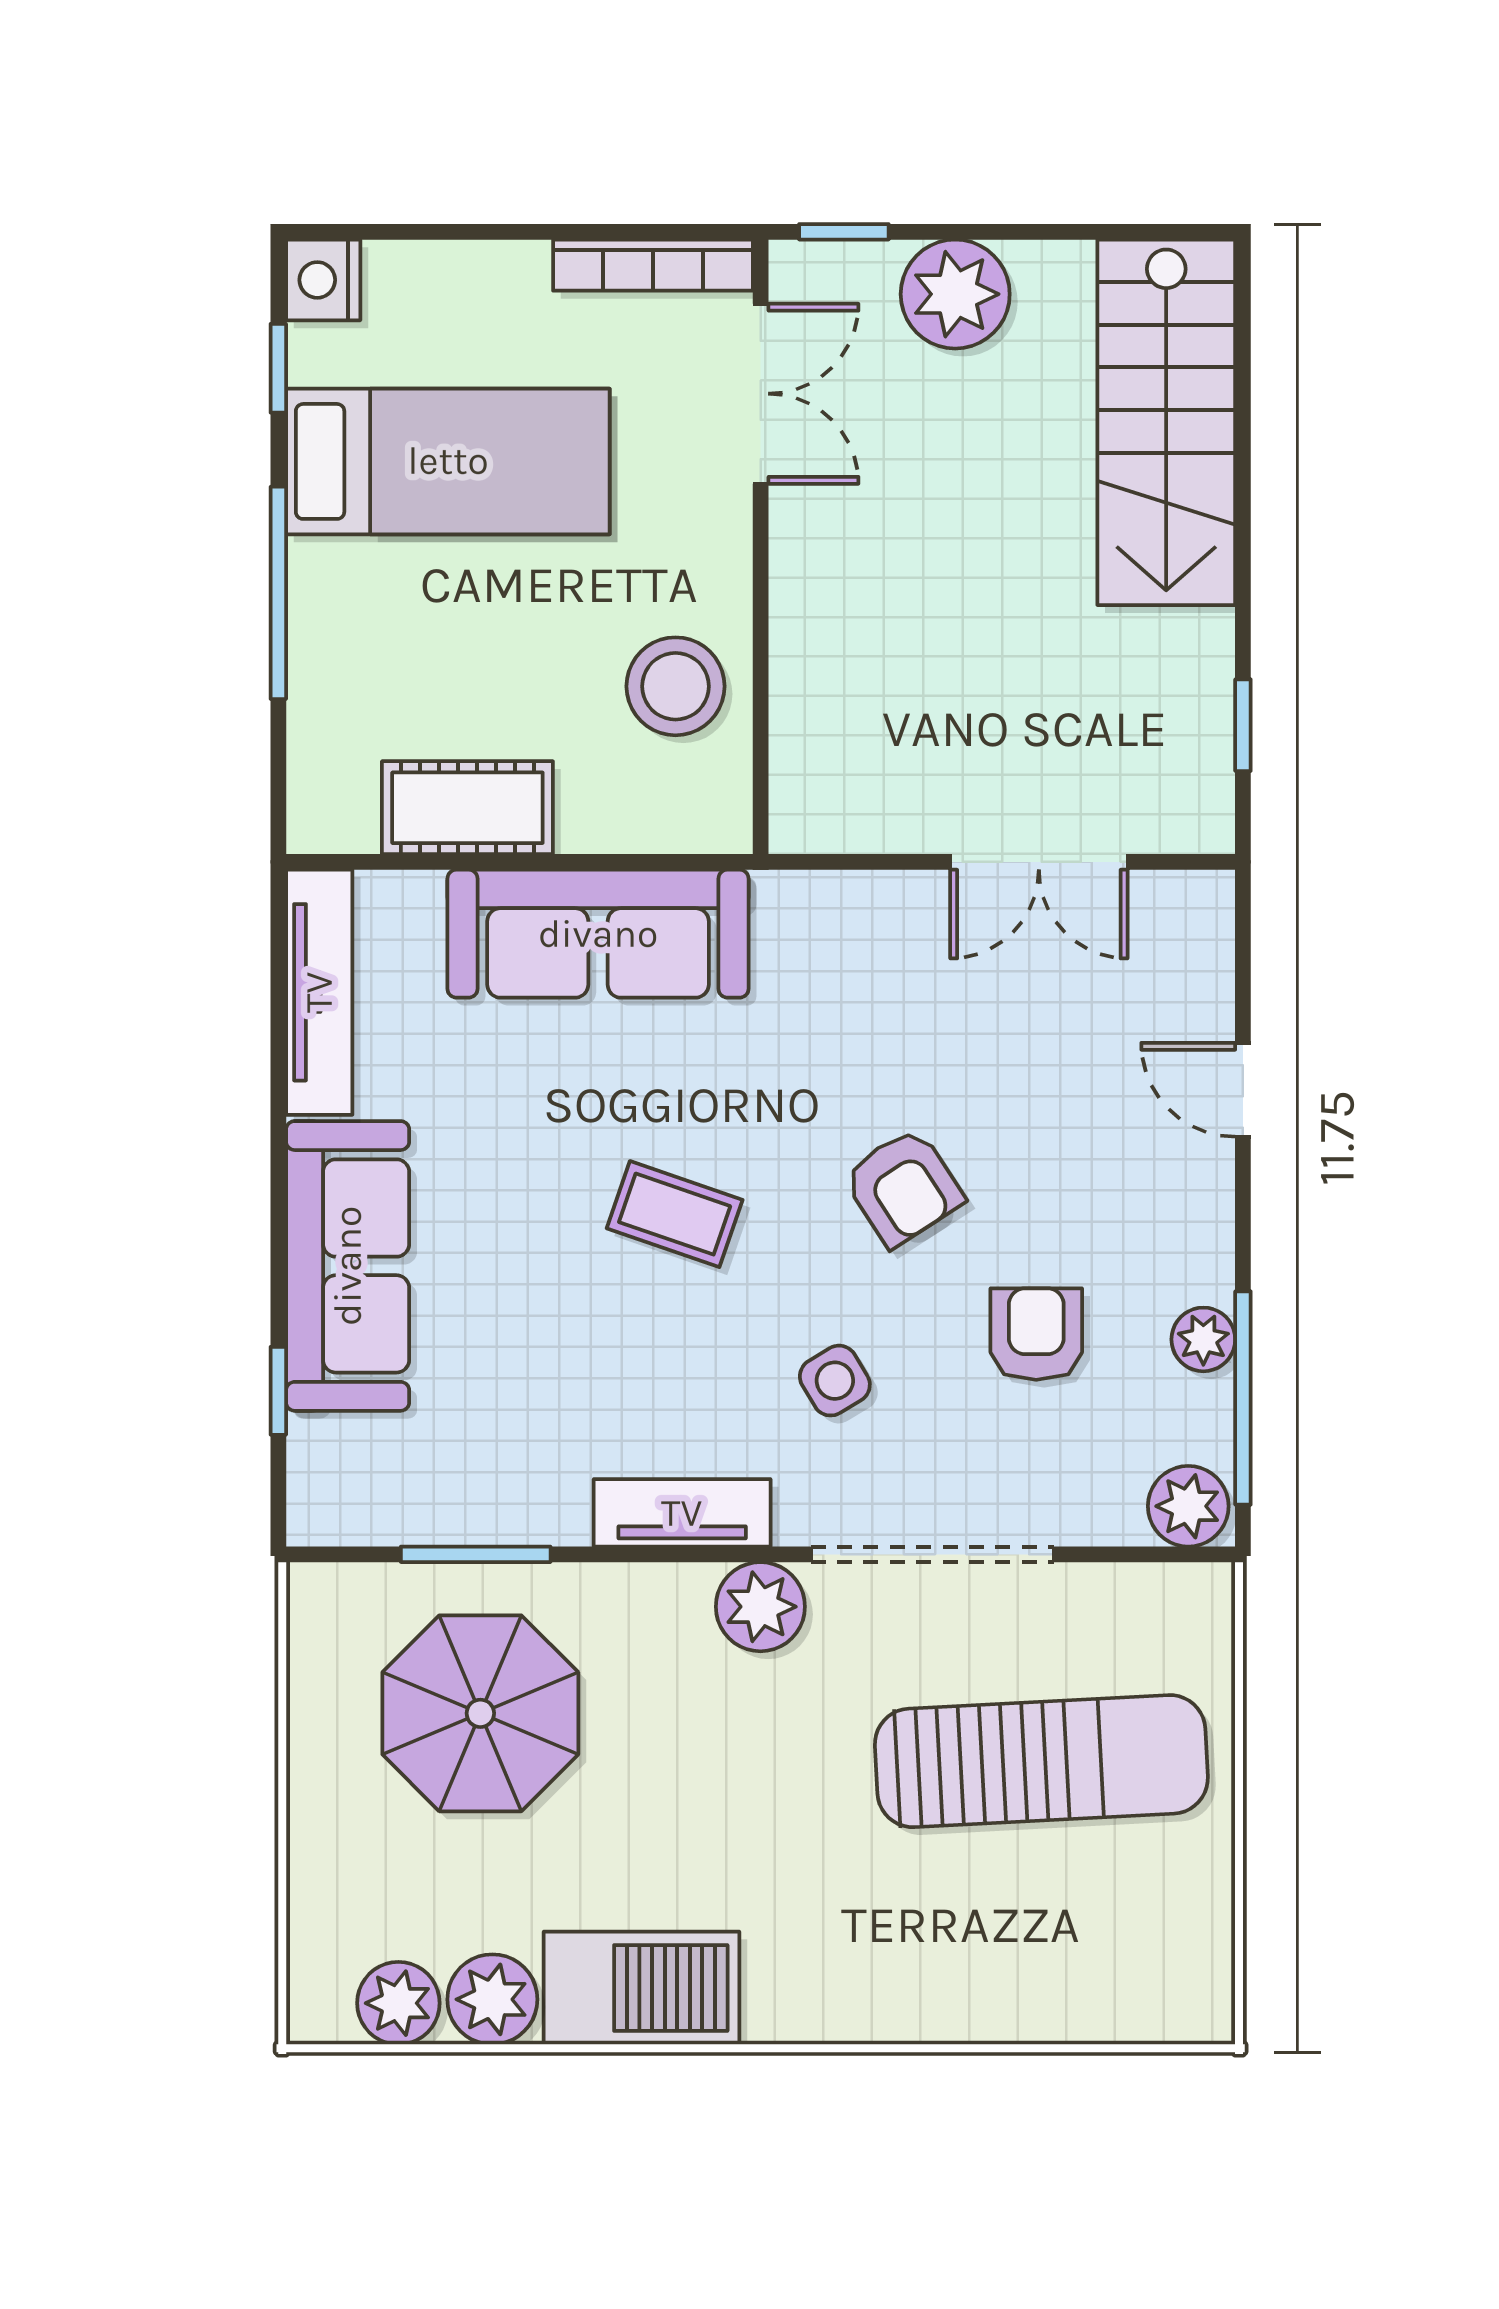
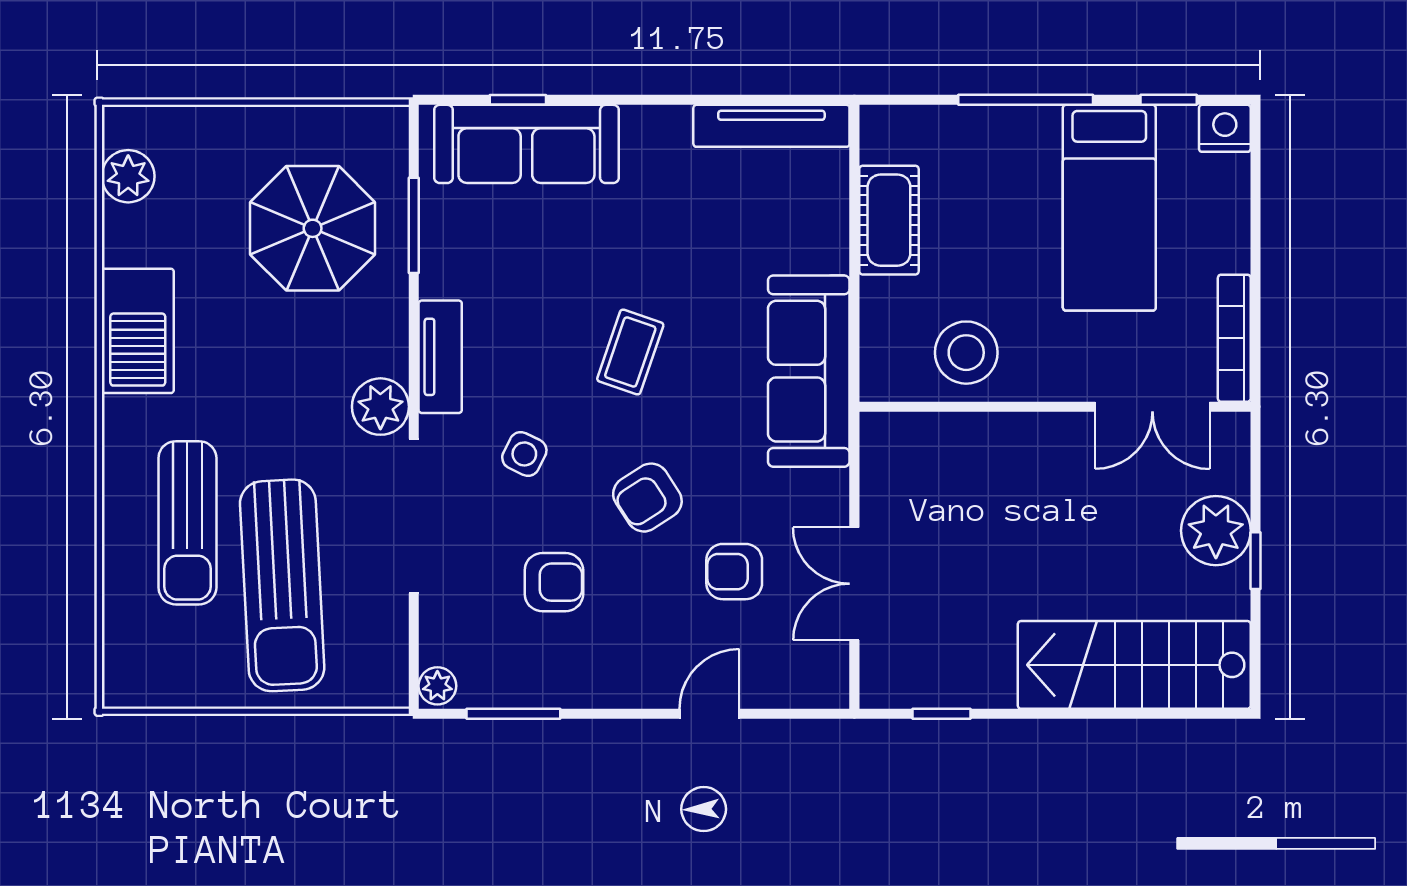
window: (844, 232) -> (1255, 561), moved
sofa: (598, 934) -> (809, 371), moved
armchair: (1020, 1051) -> (734, 572), added
sofa: (348, 1266) -> (526, 144), moved
plant: (1203, 1339) -> (551, 688), removed
side table: (835, 1381) -> (524, 454), turned -33
window: (1243, 1398) -> (513, 714), width x0.69
plant: (1188, 1506) -> (437, 686), width x0.73, depth x0.73
sun lounger: (943, 1910) -> (187, 523), added
plant: (492, 1999) -> (131, 236), removed

